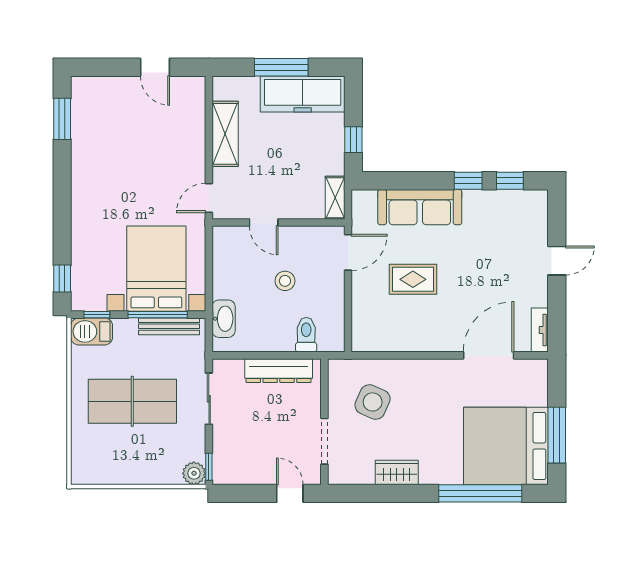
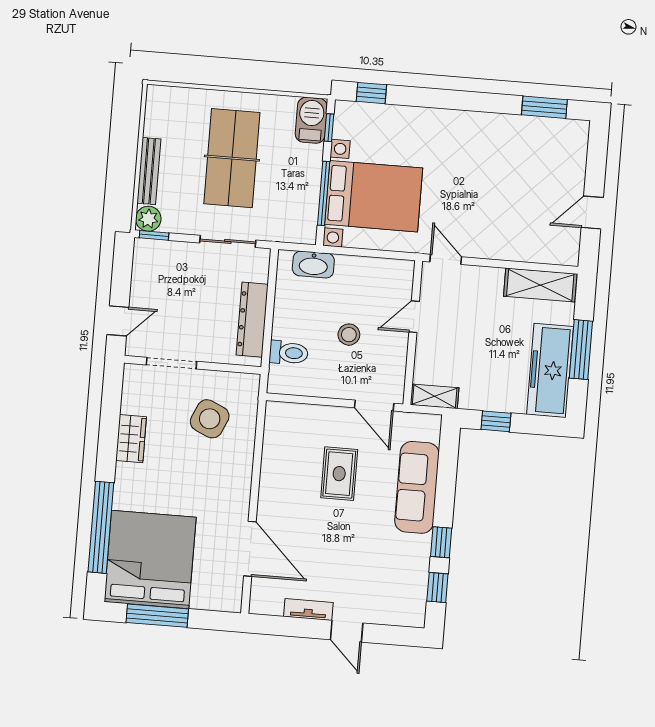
shelving: (225, 134) -> (540, 285), moved
bench: (169, 326) -> (149, 171), moved
tv unit: (540, 330) -> (308, 610), moved

